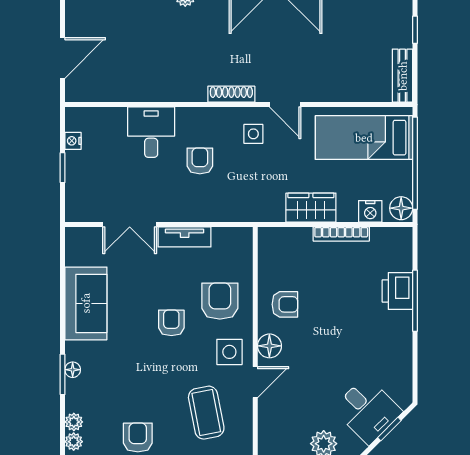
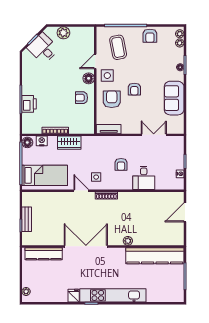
bench: (403, 76) -> (27, 219), moved
tv unit: (185, 237) -> (109, 129), moved
armchair: (220, 301) -> (112, 99), turned 180

